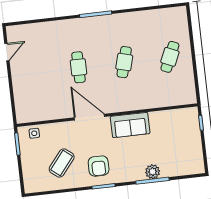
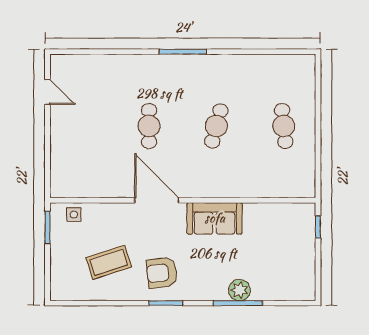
door: (7, 52) -> (48, 92), hinge flipped
cafe table: (170, 57) -> (284, 126), turned -30
coffee table: (62, 163) -> (109, 262), turned 33
armchair: (99, 166) -> (162, 273), turned 84

